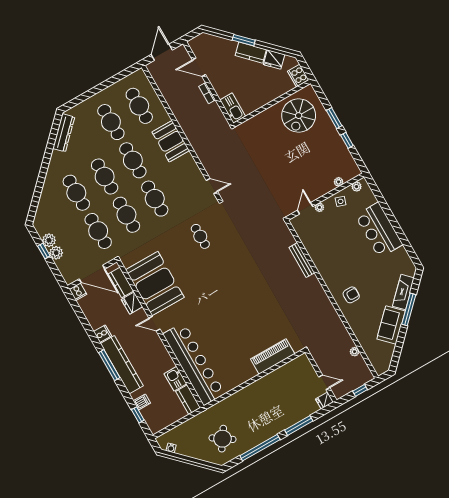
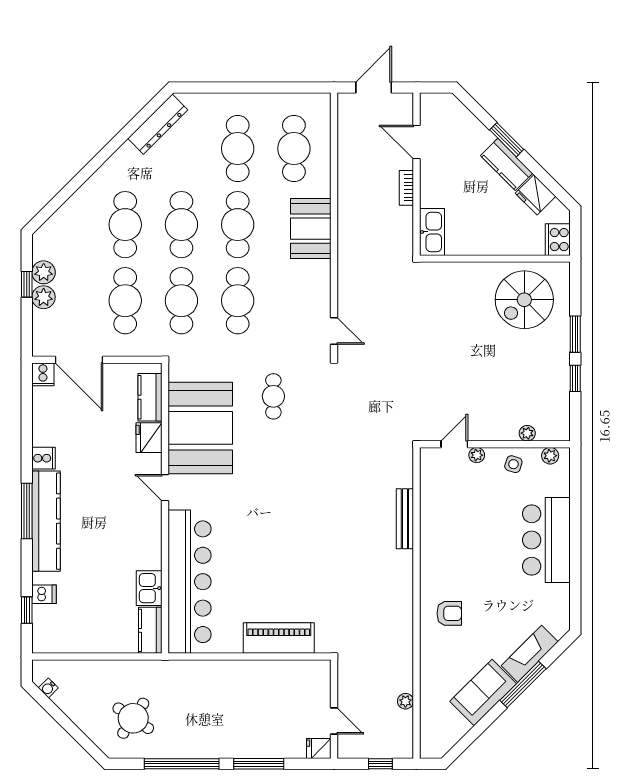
kitchen counter: (121, 282) -> (150, 397), moved
booth: (155, 283) -> (200, 428), moved
fridge: (132, 303) -> (149, 438), moved
door: (154, 324) -> (165, 488), moved
wall: (160, 334) -> (165, 508), moved
bar counter: (194, 364) -> (189, 582), moved
kitchen sink: (175, 379) -> (149, 588), moved
kitchen counter: (188, 400) -> (150, 630), moved

